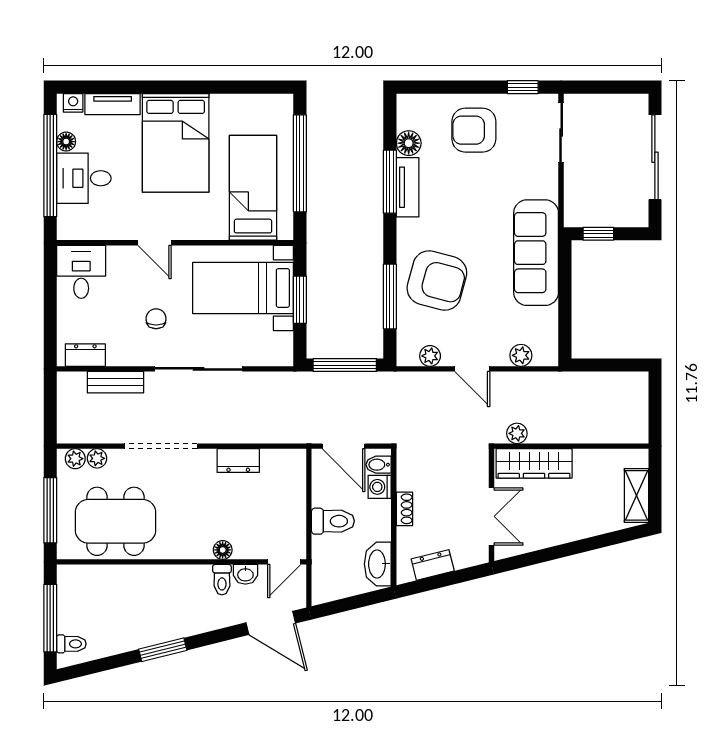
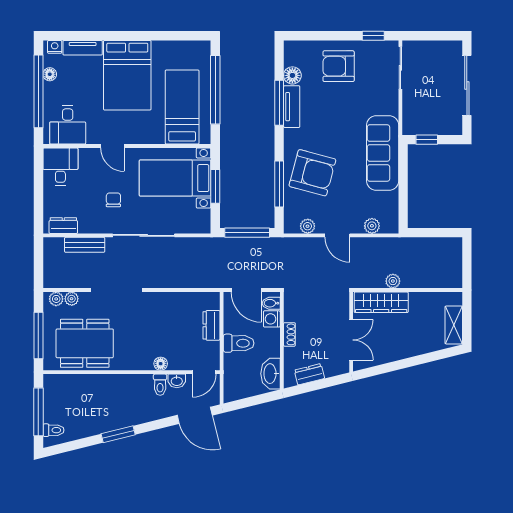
desk: (84, 178) -> (68, 125), moved, turned -90
plant: (517, 433) -> (393, 281), moved
dresser: (238, 461) -> (211, 325), moved, turned 90

